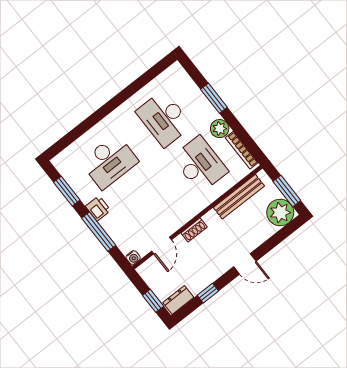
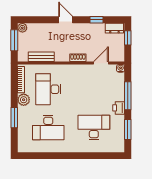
desk: (164, 119) -> (48, 127), turned 90
bench: (239, 197) -> (41, 57), width x0.73
plant: (280, 213) -> (22, 28), width x0.53, depth x0.53

